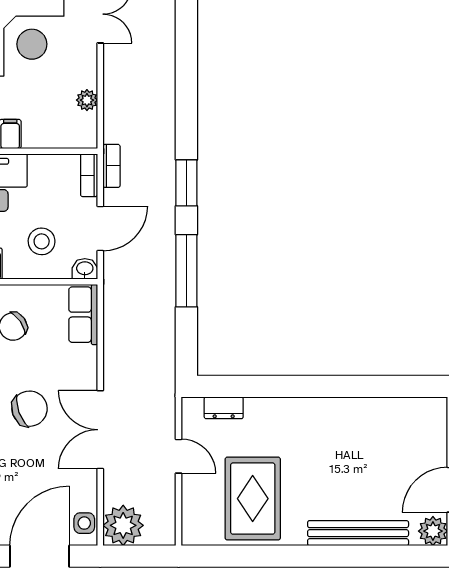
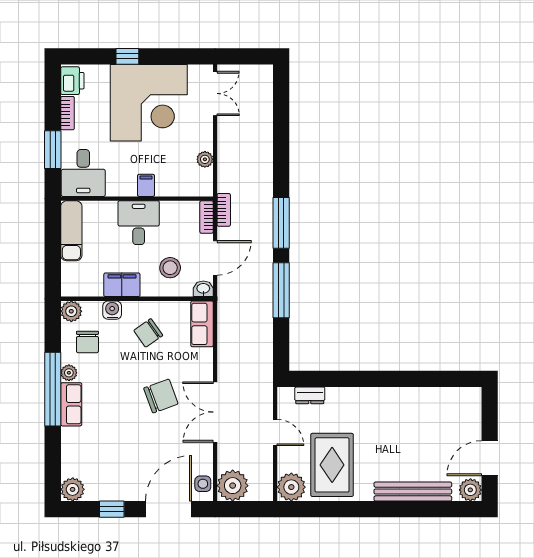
window: (186, 183) -> (281, 223), width x1.44
plant: (200, 527) -> (291, 487), added

